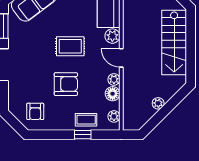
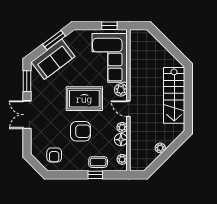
rug: (70, 46) -> (84, 99), width x1.36, depth x1.43

